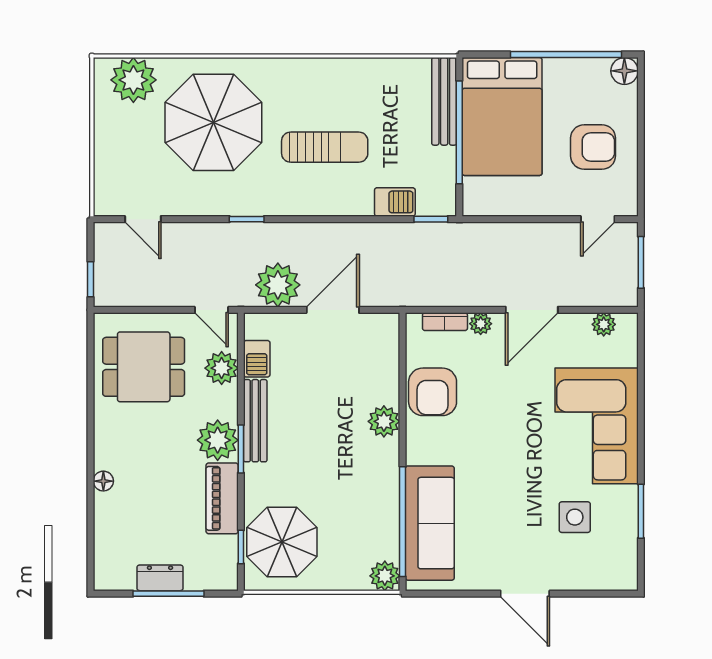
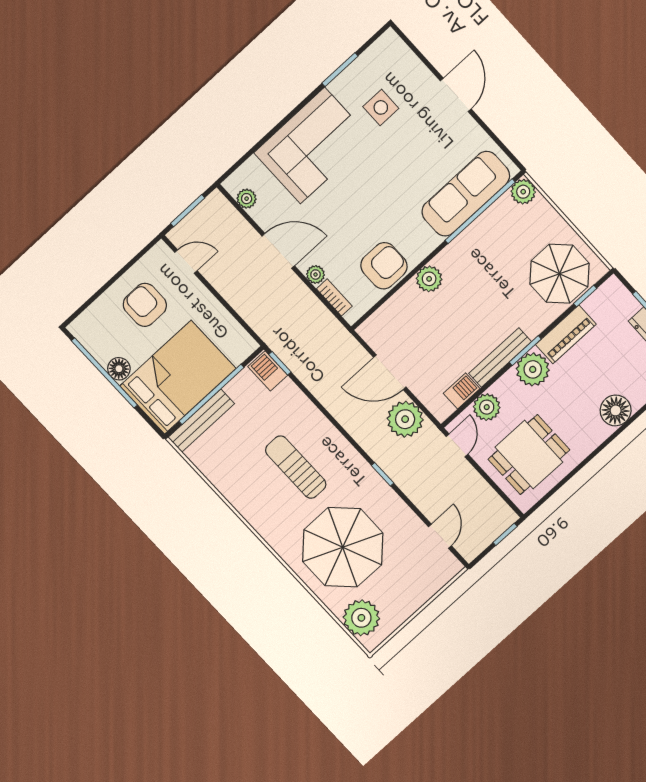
floor lamp: (624, 71) -> (119, 369), moved
barbecue: (395, 202) -> (268, 371), moved
dining table: (144, 367) -> (529, 455), turned 90
floor lamp: (103, 481) -> (616, 410), width x1.89, depth x1.89

